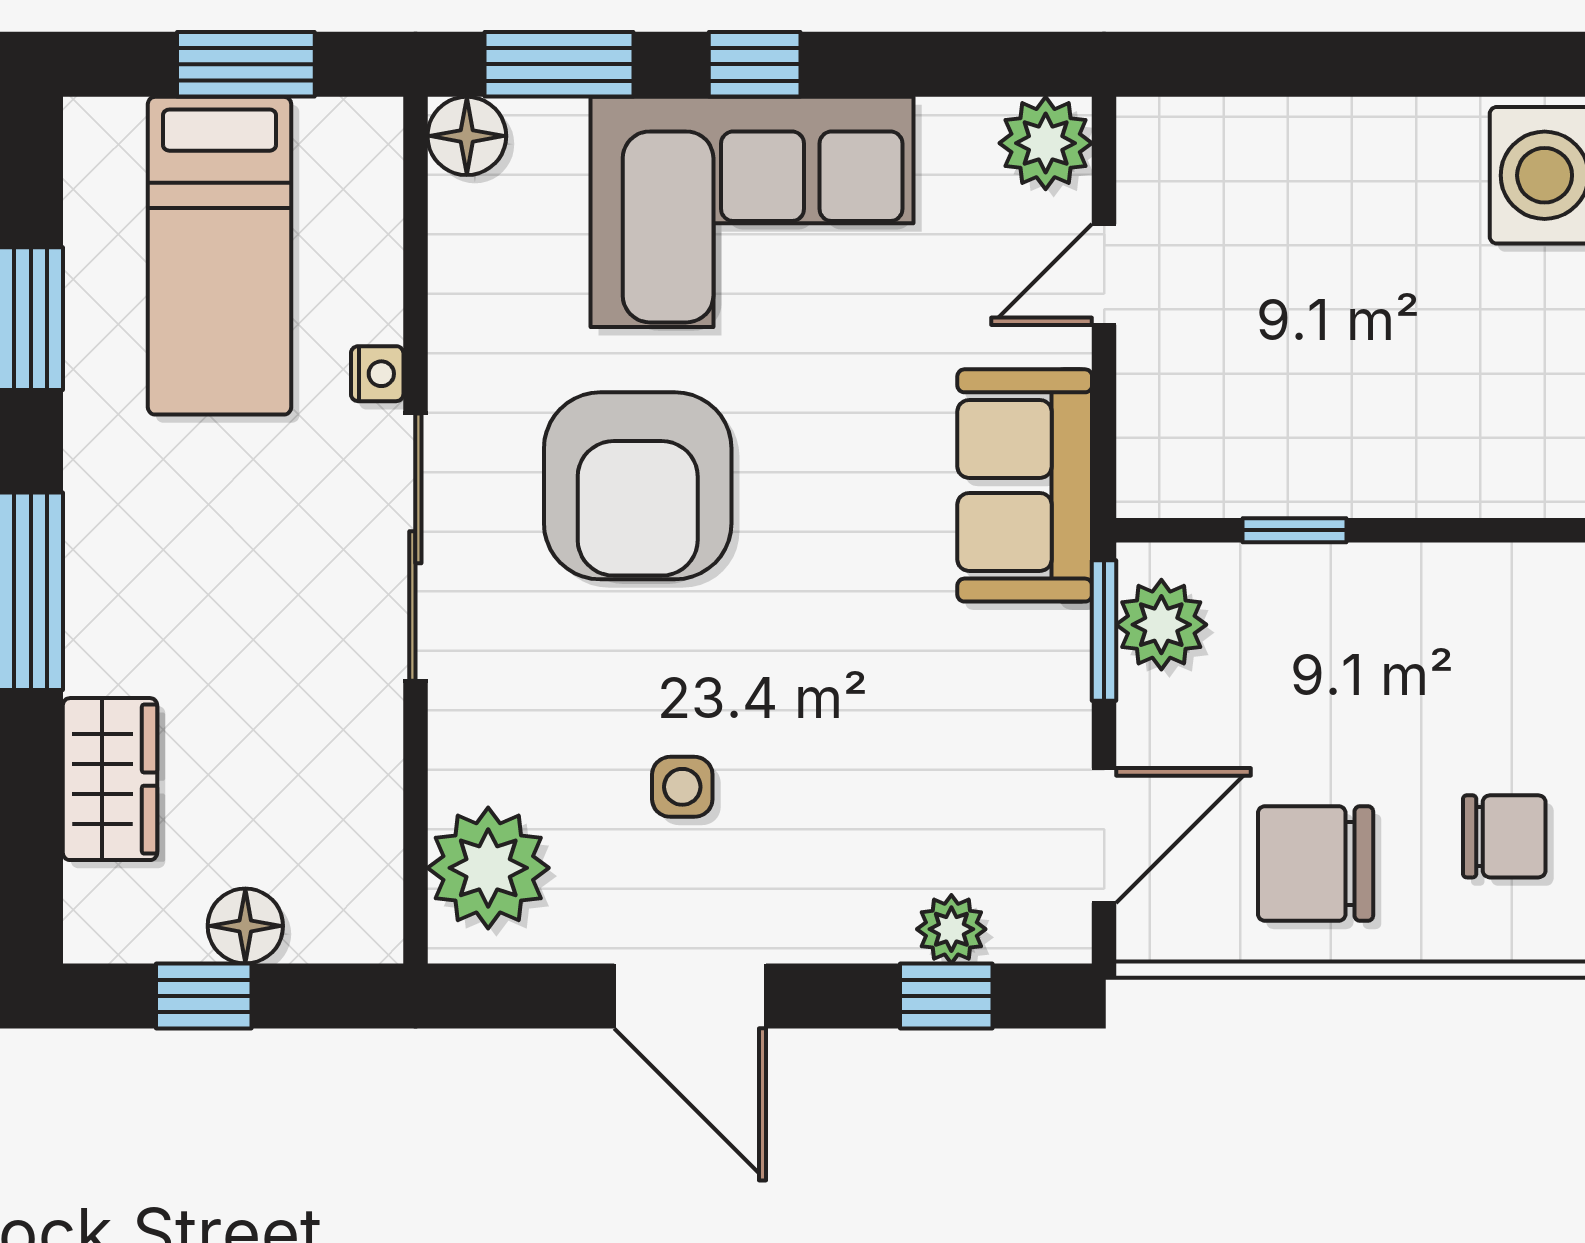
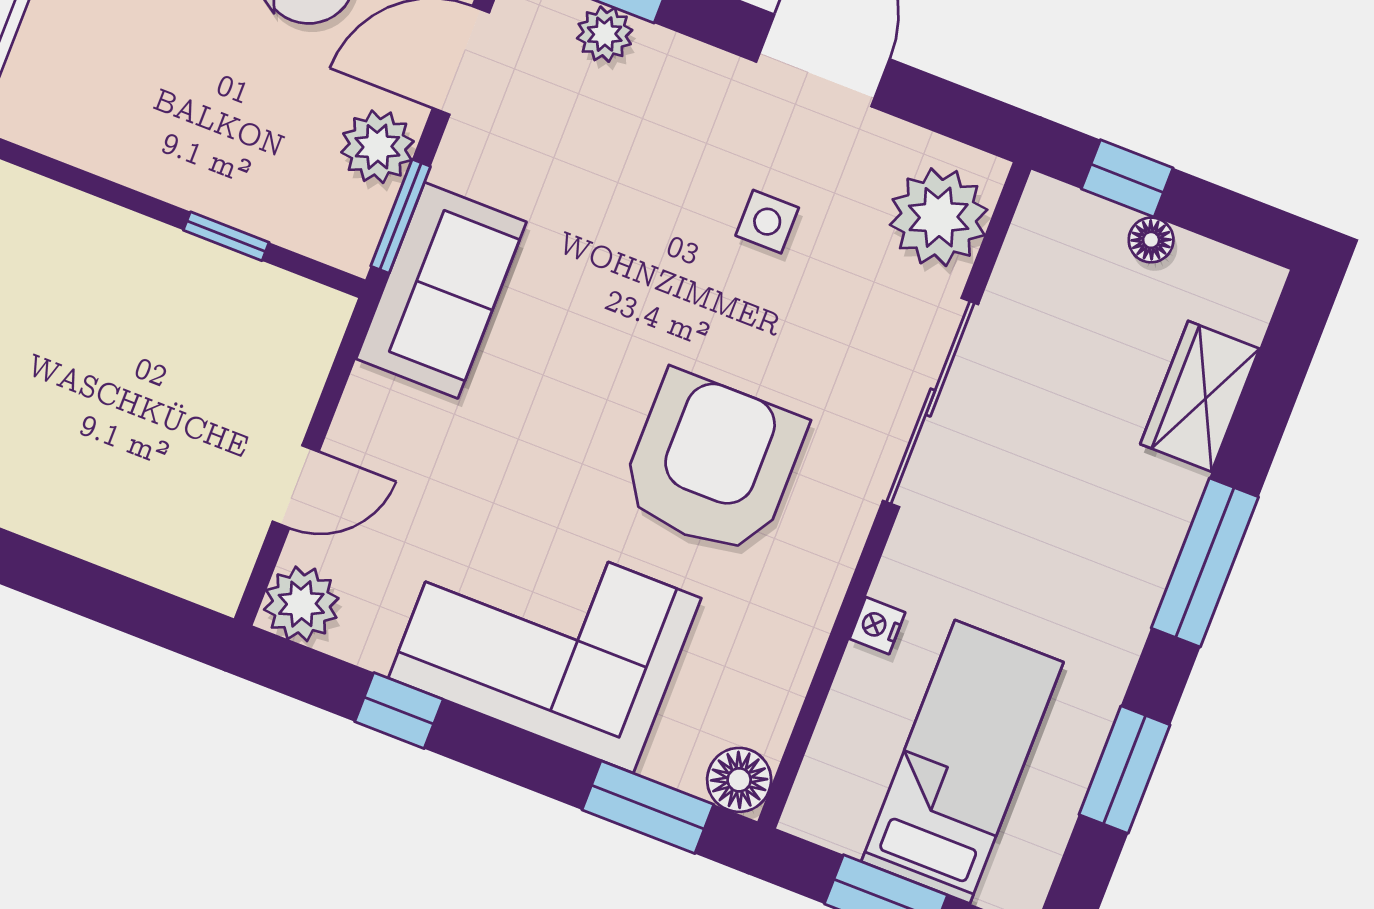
window: (755, 64) -> (399, 711), moved
sofa: (1025, 485) -> (441, 290), moved
sliding door: (415, 547) -> (930, 403), moved
plant: (1161, 625) -> (377, 147), moved
floor lamp: (245, 926) -> (1151, 240), width x0.73, depth x0.73
window: (204, 996) -> (1127, 178), moved

